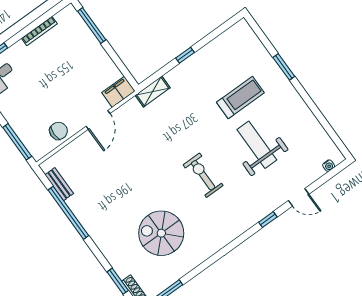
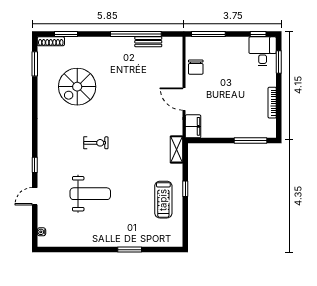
treadmill: (240, 98) -> (163, 200), moved
exercise bike: (203, 175) -> (96, 143), width x0.73, depth x0.72
bench: (59, 184) -> (148, 42), moved
spiral stairs: (161, 233) -> (77, 87), turned 180

